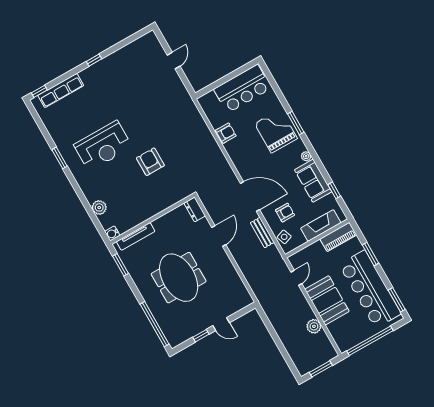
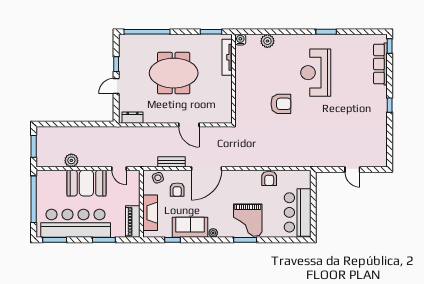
grand piano: (276, 131) -> (248, 220), turned 90
dresser: (195, 209) -> (132, 118), moved

